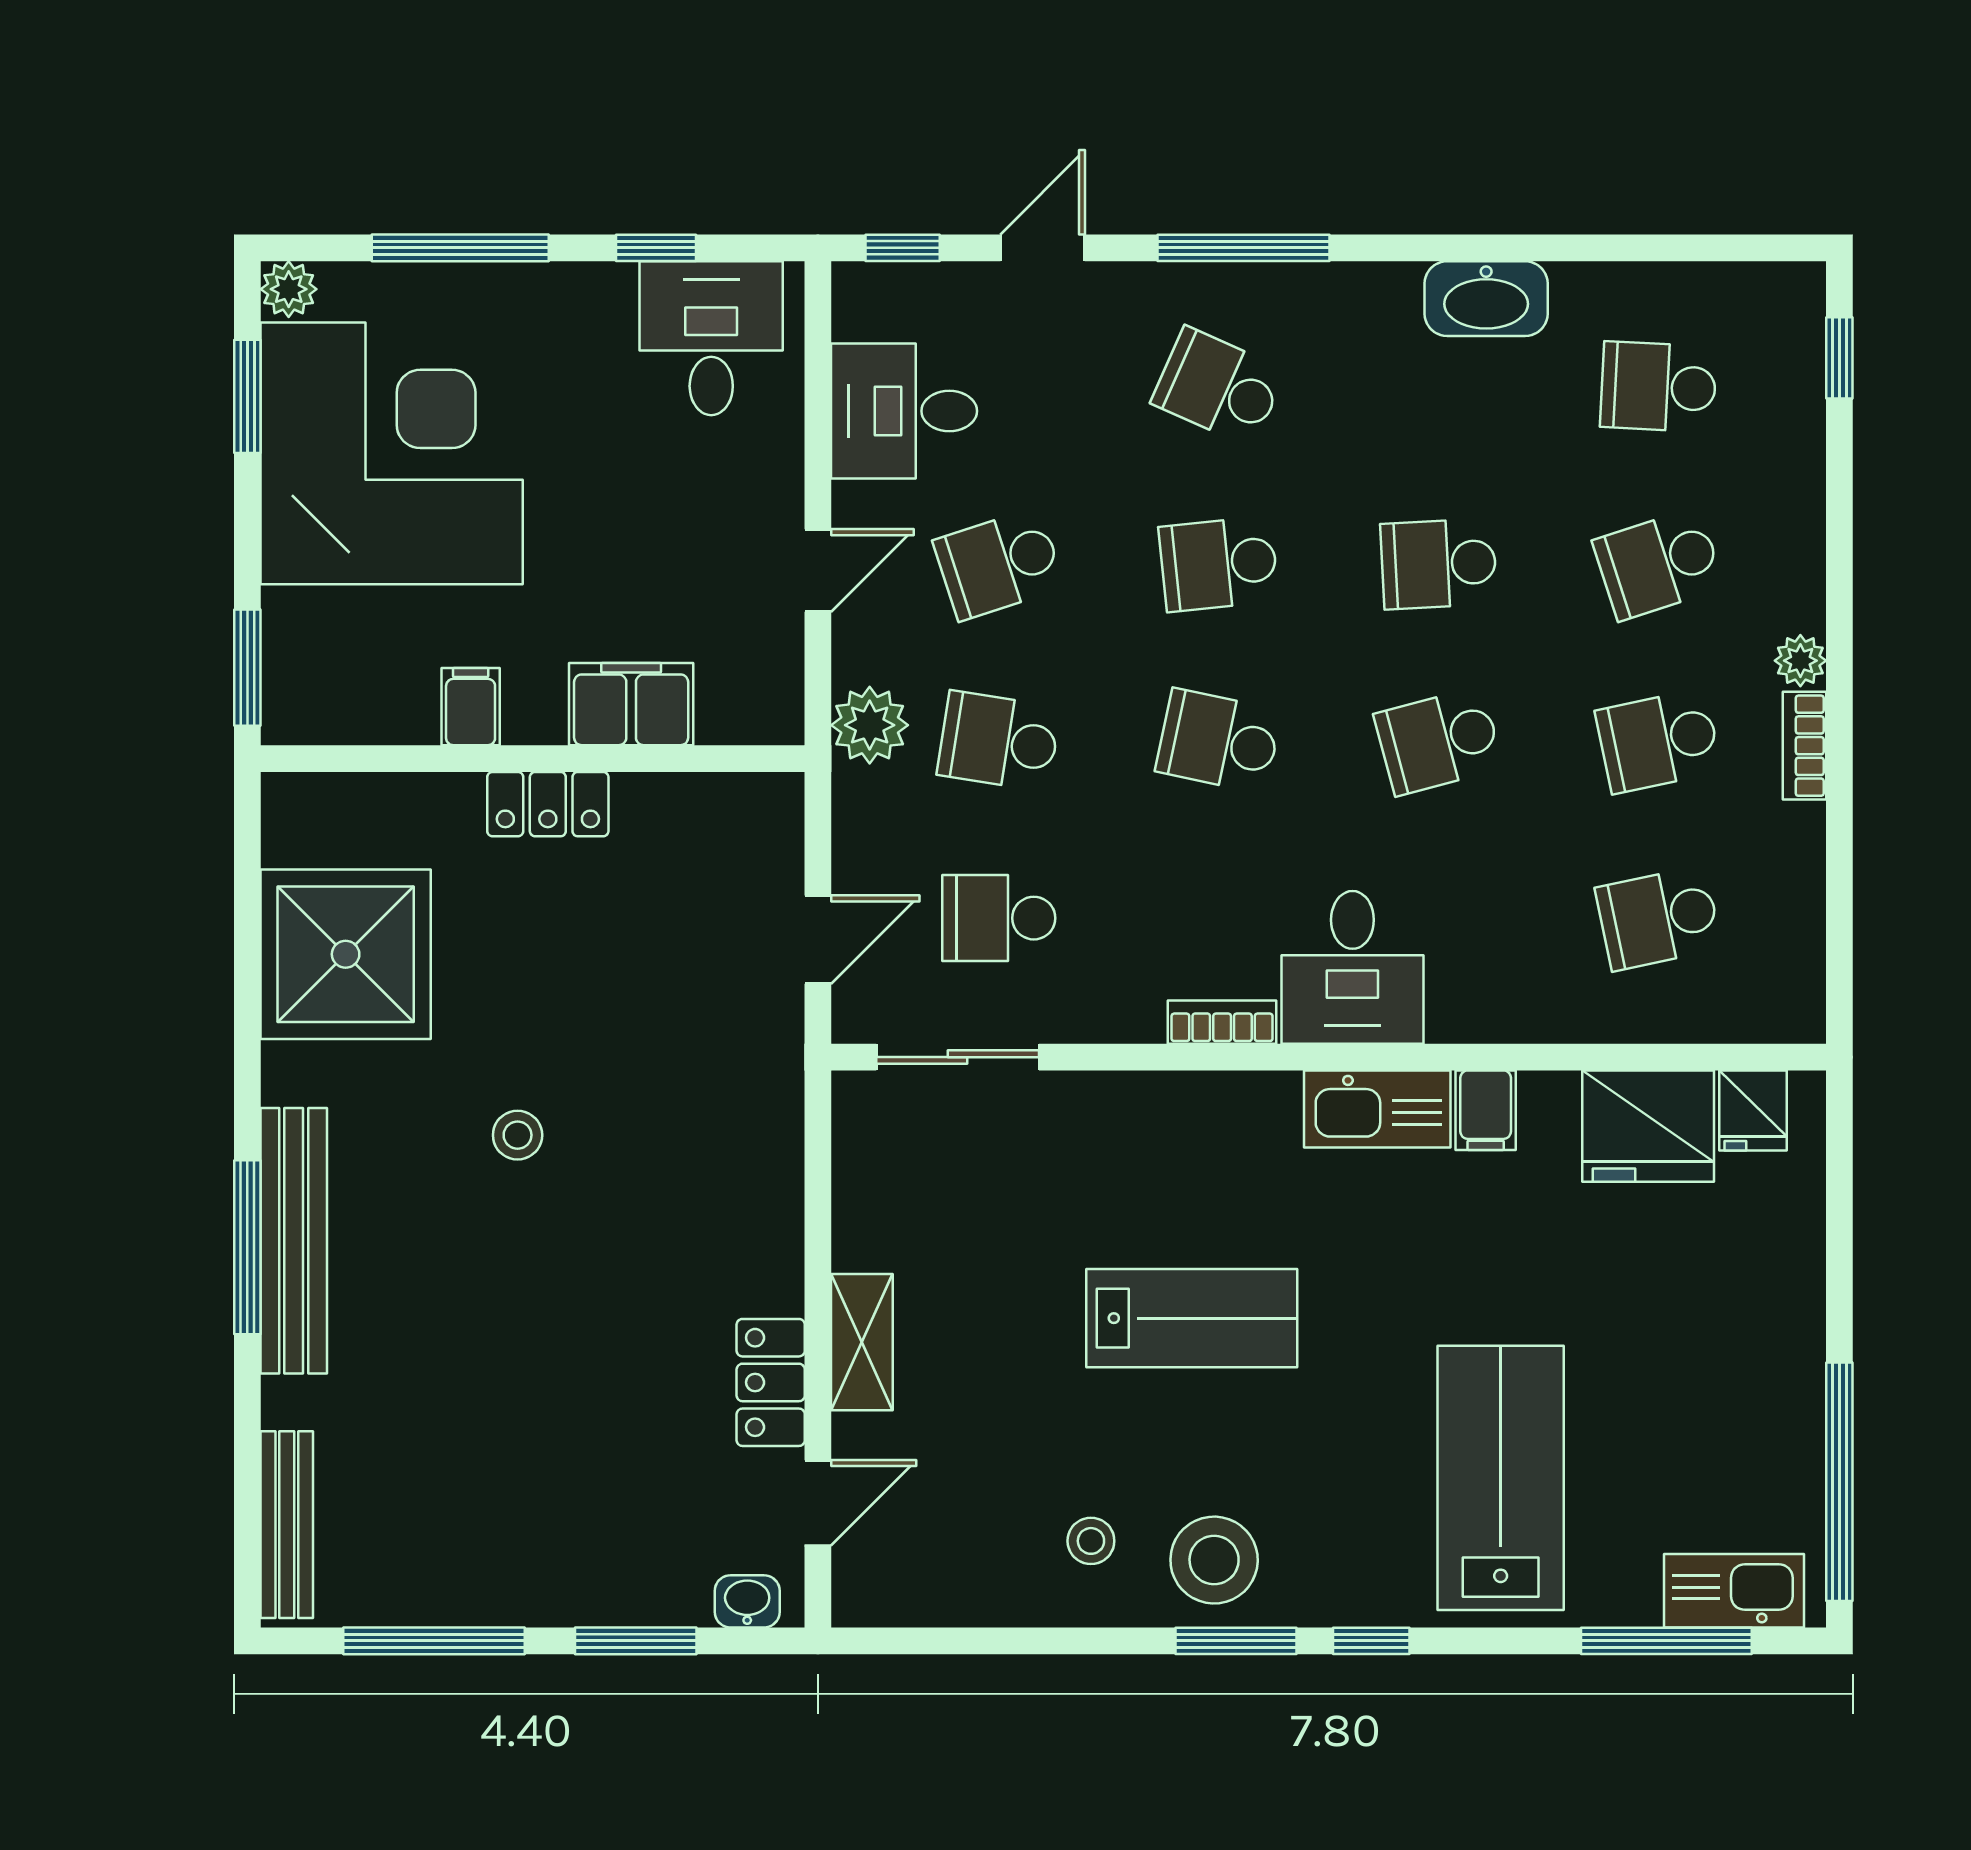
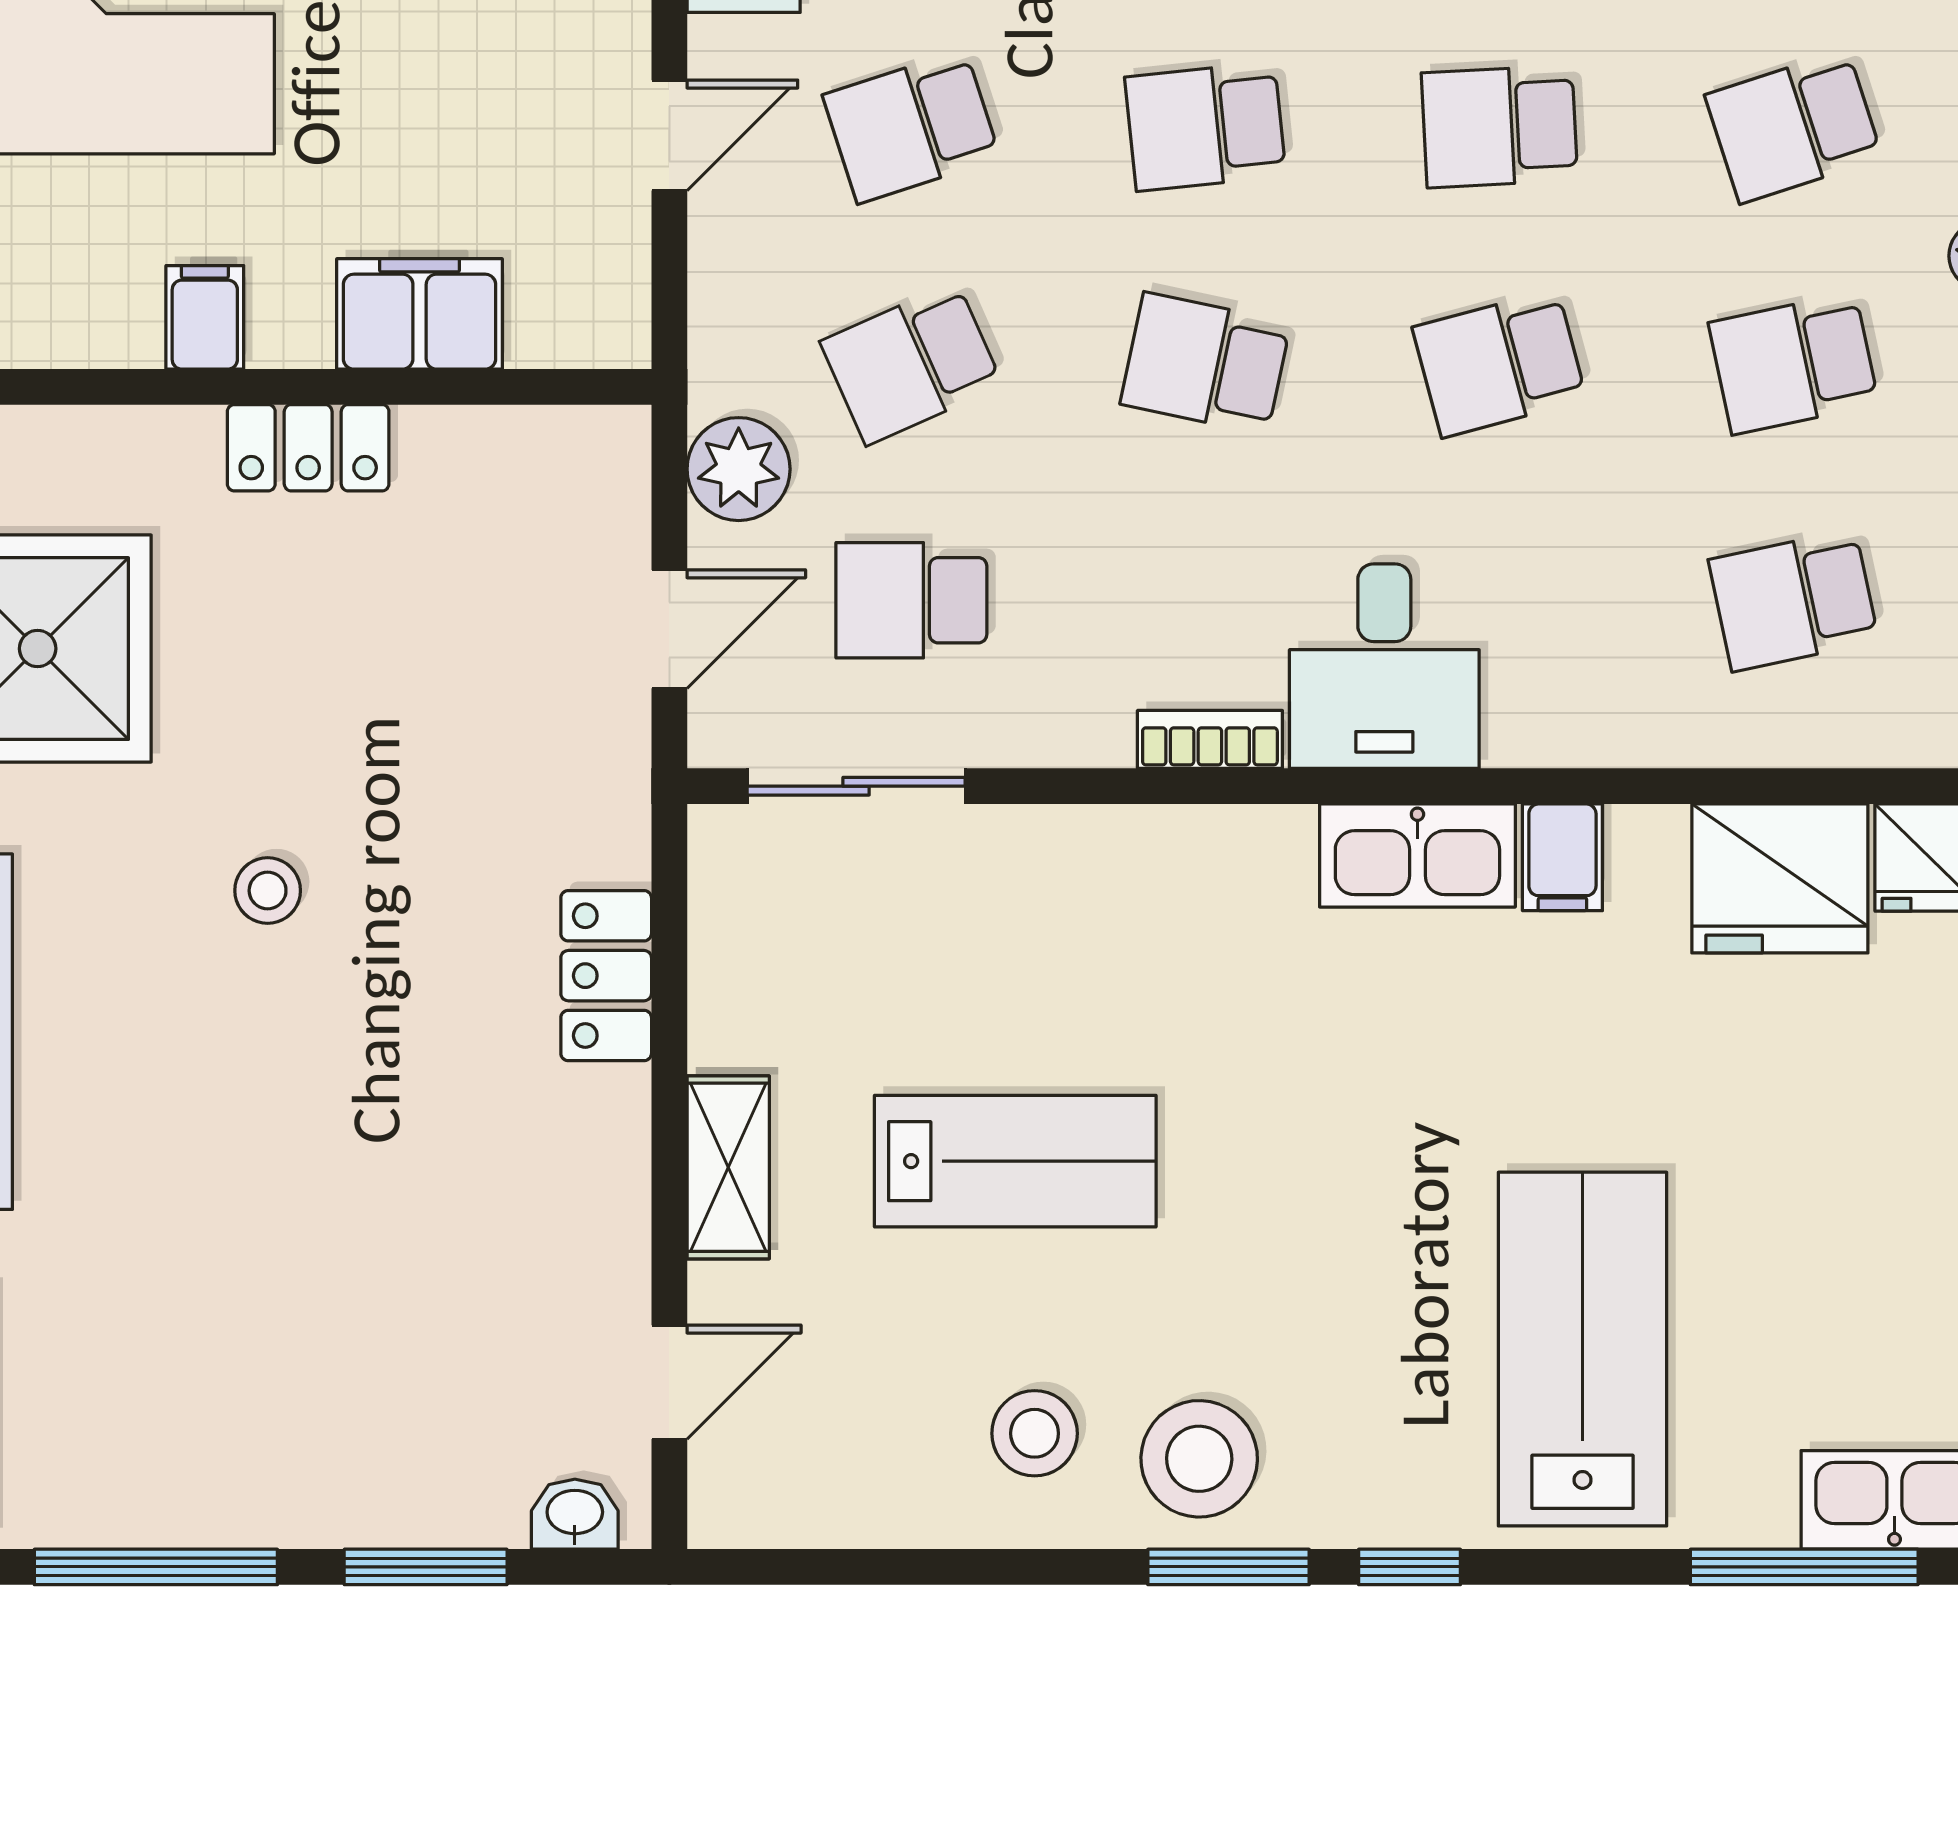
plant: (870, 725) -> (739, 469), moved
school desk: (999, 741) -> (911, 363), turned -33
lab bench: (1192, 1318) -> (1015, 1161), moved
locker: (771, 1382) -> (606, 976), moved
stool: (1091, 1541) -> (1035, 1433), width x1.37, depth x1.37

